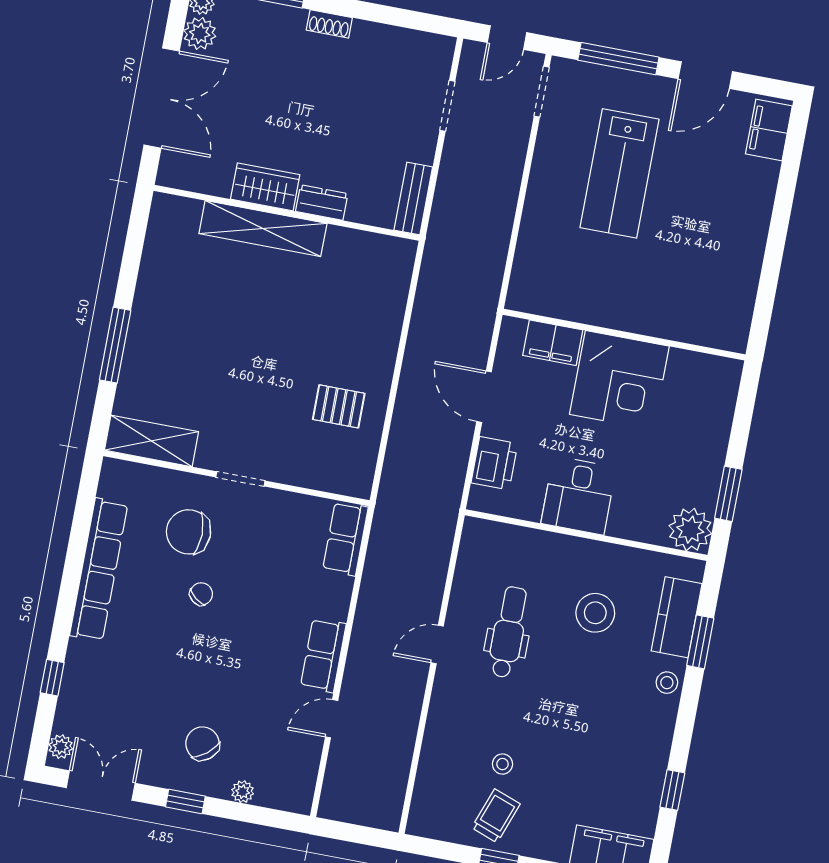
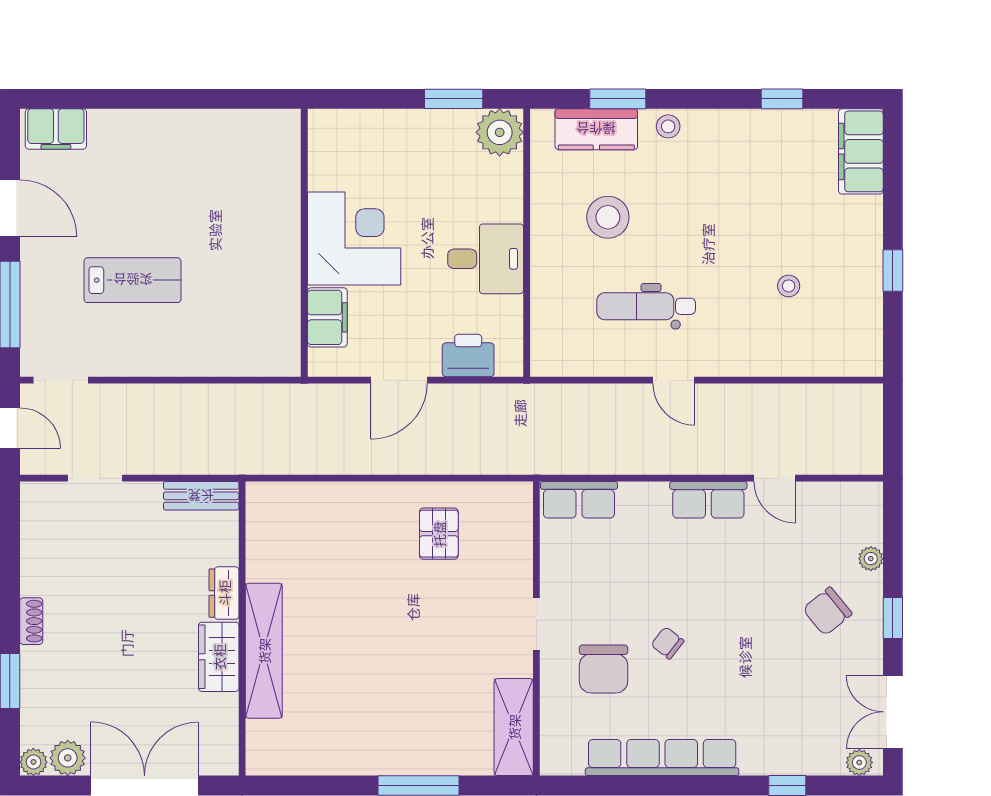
lab bench: (620, 173) -> (133, 280), width x0.73, depth x0.72
trolley: (496, 816) -> (845, 283), removed

